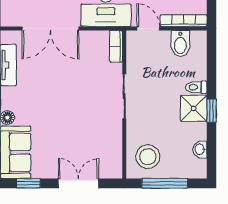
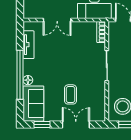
double door: (51, 28) -> (57, 20), width x0.73
coffee table: (71, 139) -> (71, 94), added

